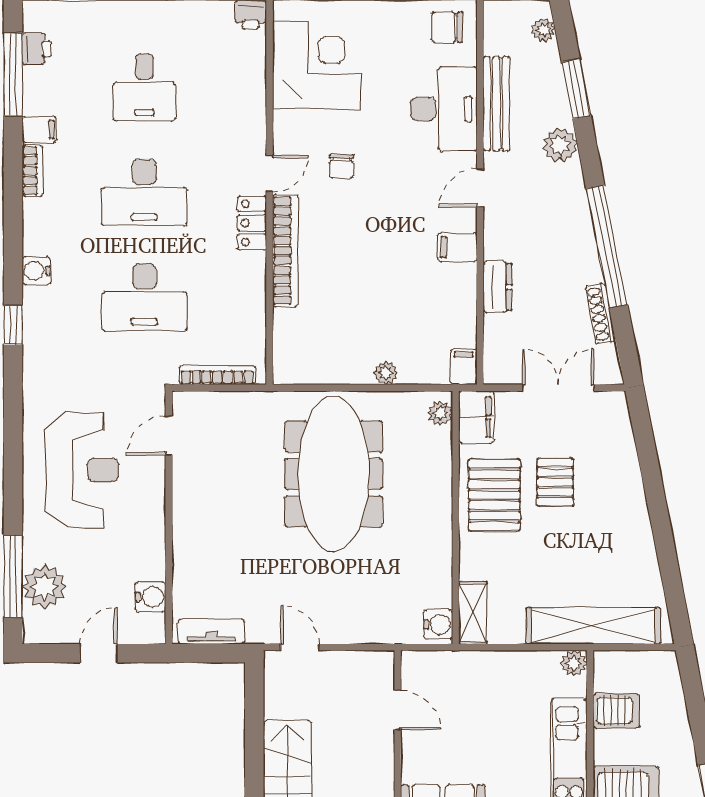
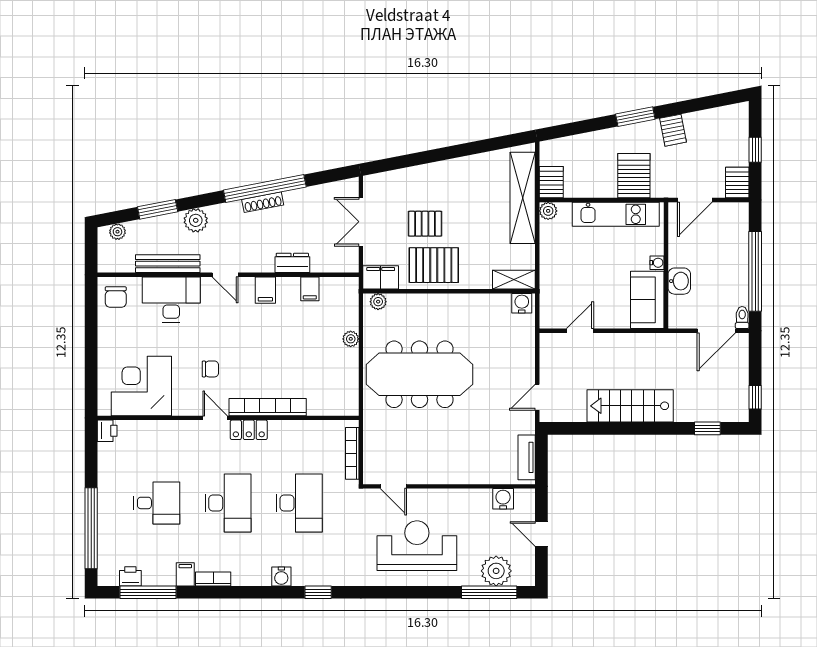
shoe rack: (600, 314) -> (263, 202), moved
filing cabinet: (464, 367) -> (310, 289), moved, turned -90
server rack: (616, 711) -> (551, 182), moved

